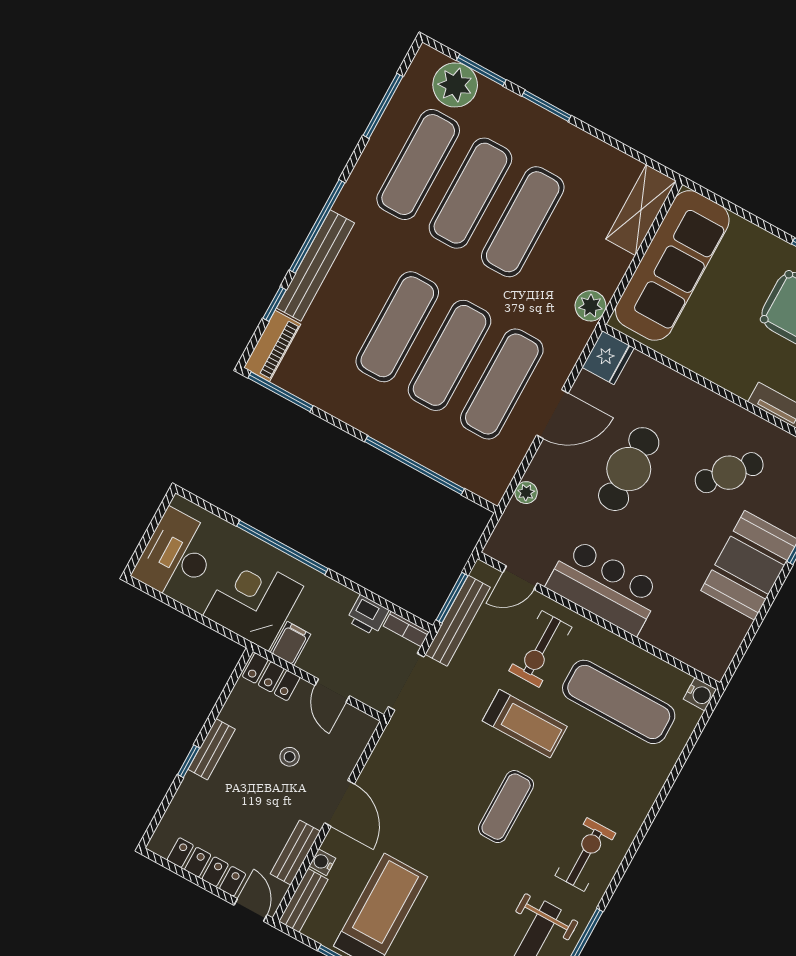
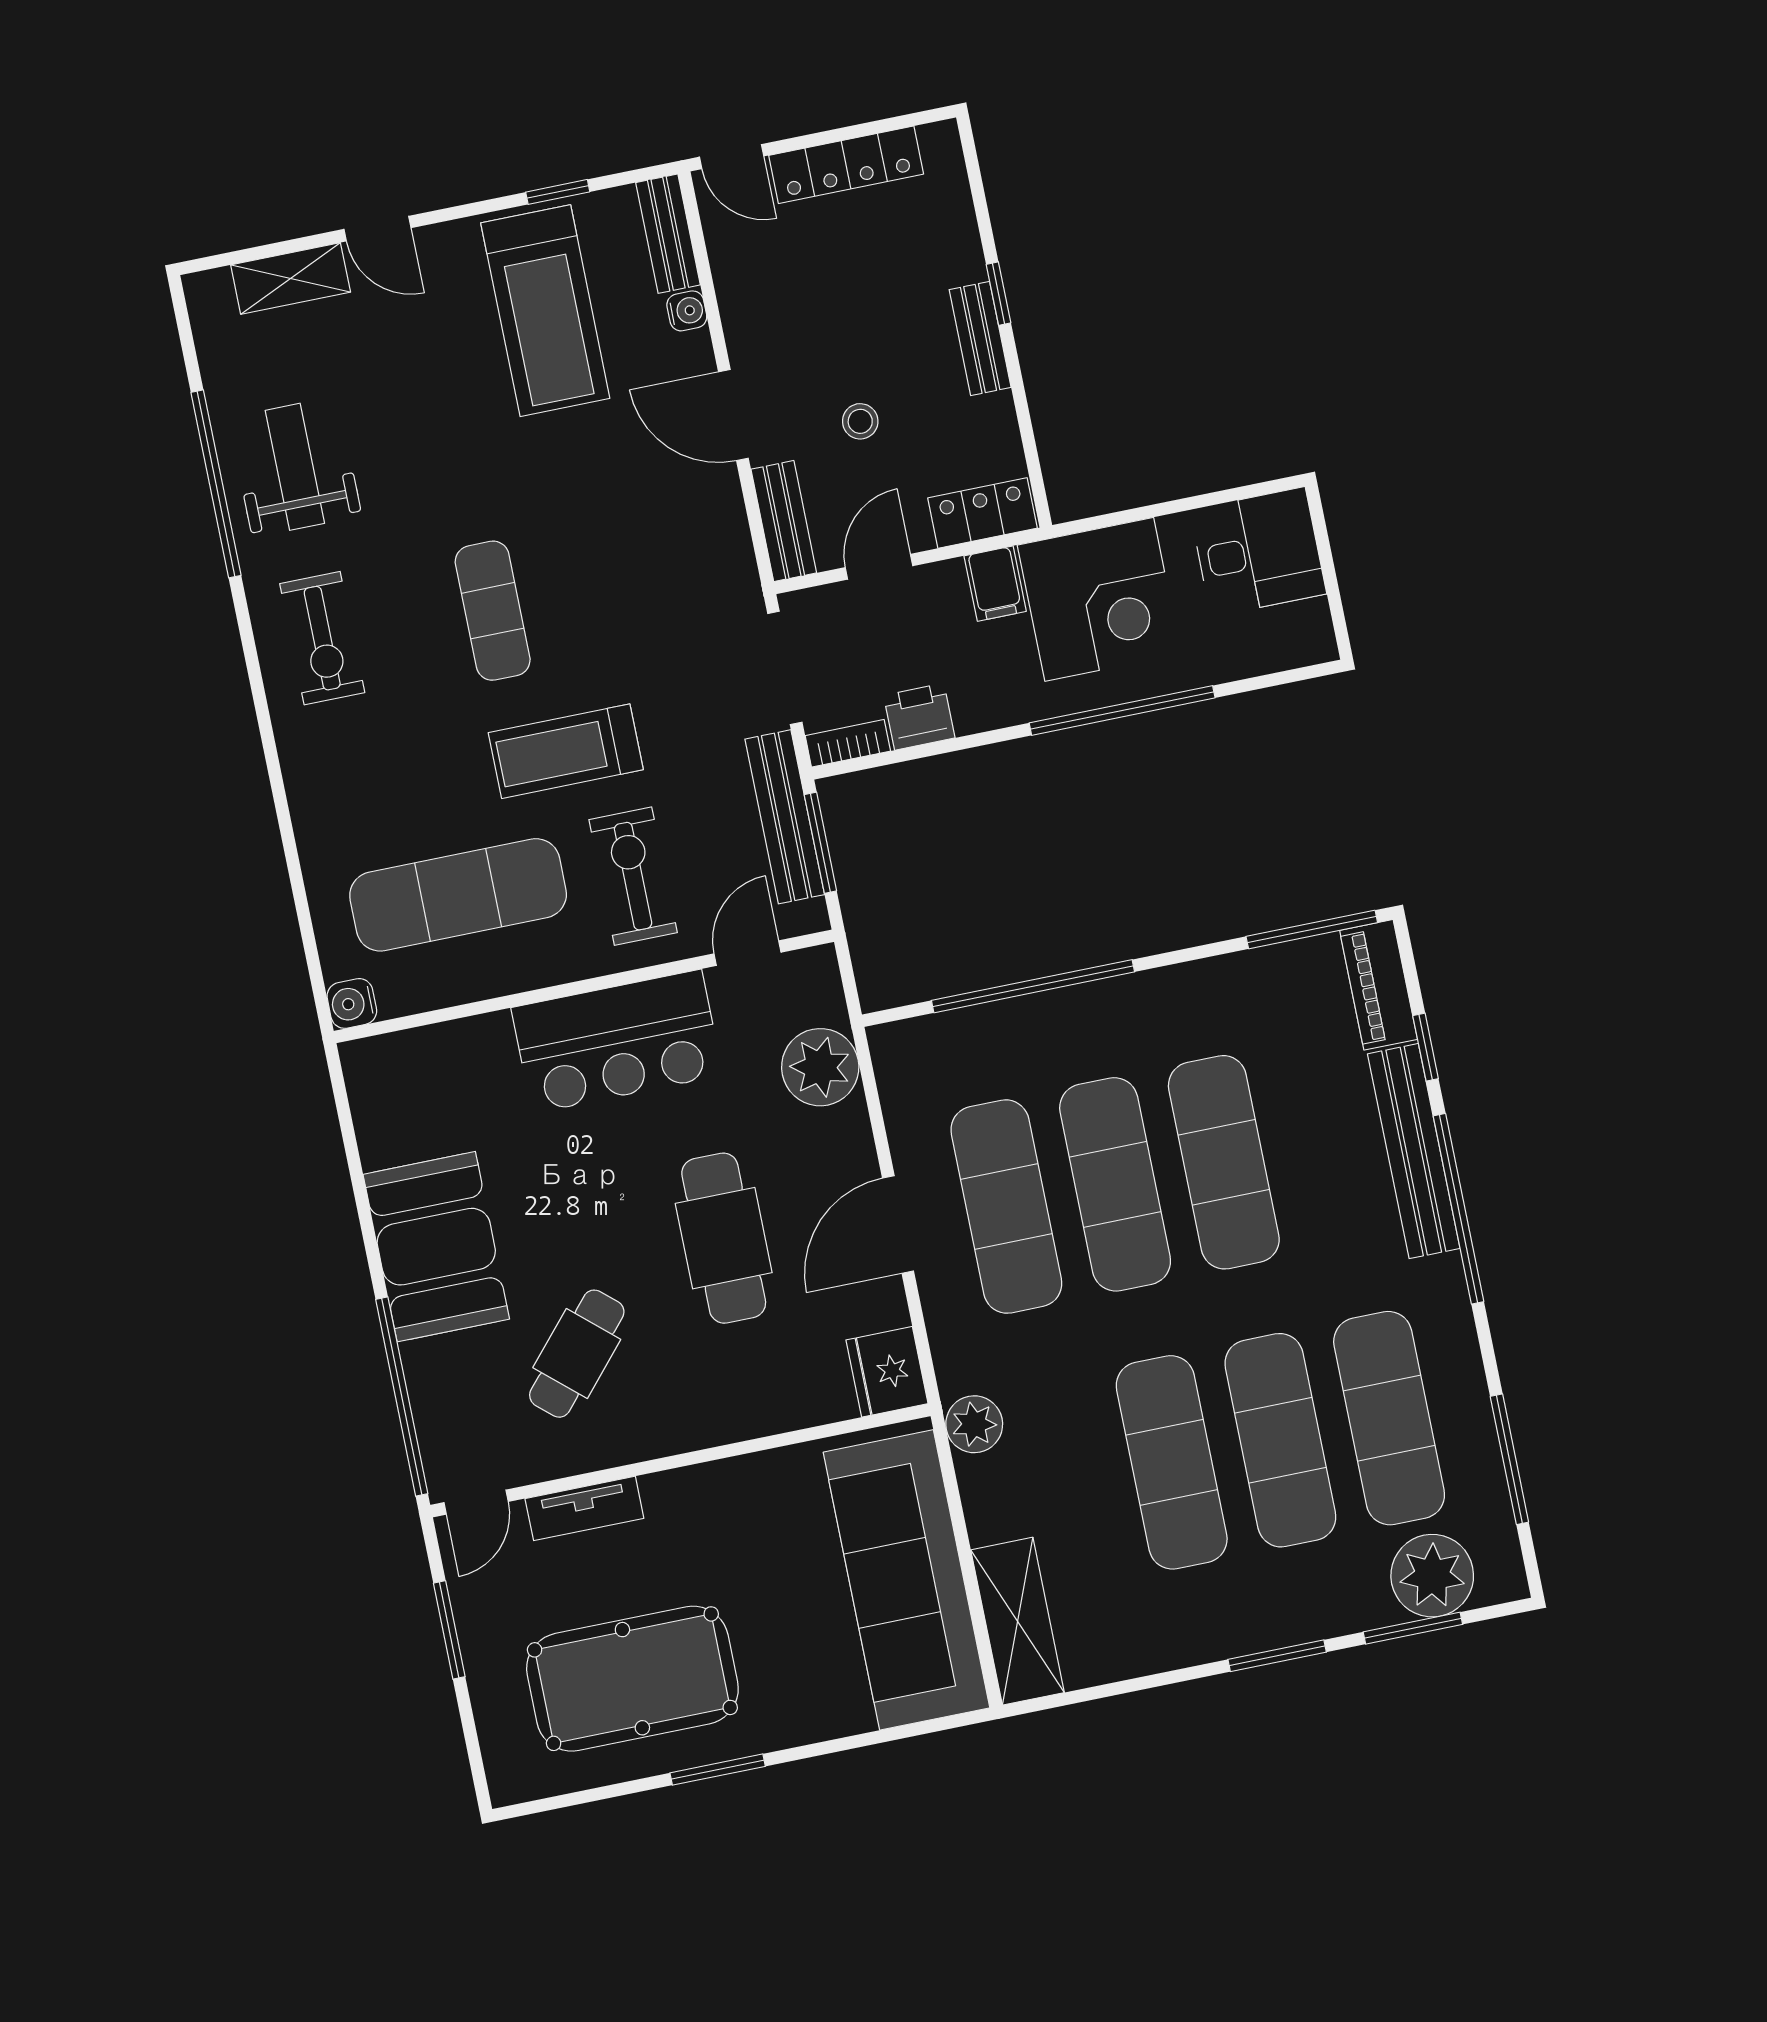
plant: (526, 493) -> (820, 1067), width x1.88, depth x1.88
desk: (177, 556) -> (1258, 552), width x0.73
door: (332, 691) -> (879, 567), hinge flipped
bench: (295, 853) -> (784, 521), moved

